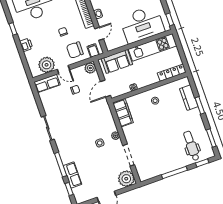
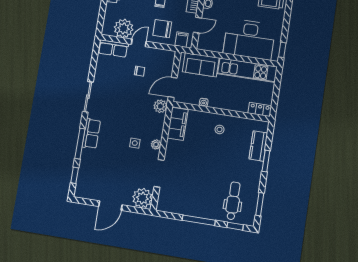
plant: (90, 68) -> (160, 106), moved
door: (63, 69) -> (139, 43), swing flipped
locker: (172, 73) -> (260, 110), width x0.66
row of seats: (72, 175) -> (91, 134), moved

